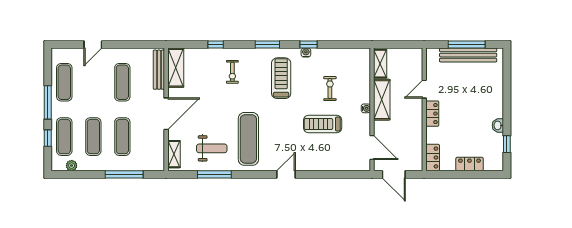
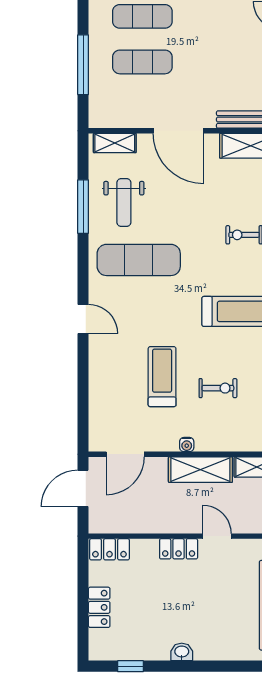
exercise mat: (122, 82) -> (228, 62), removed
washbasin: (498, 125) -> (182, 652), moved

